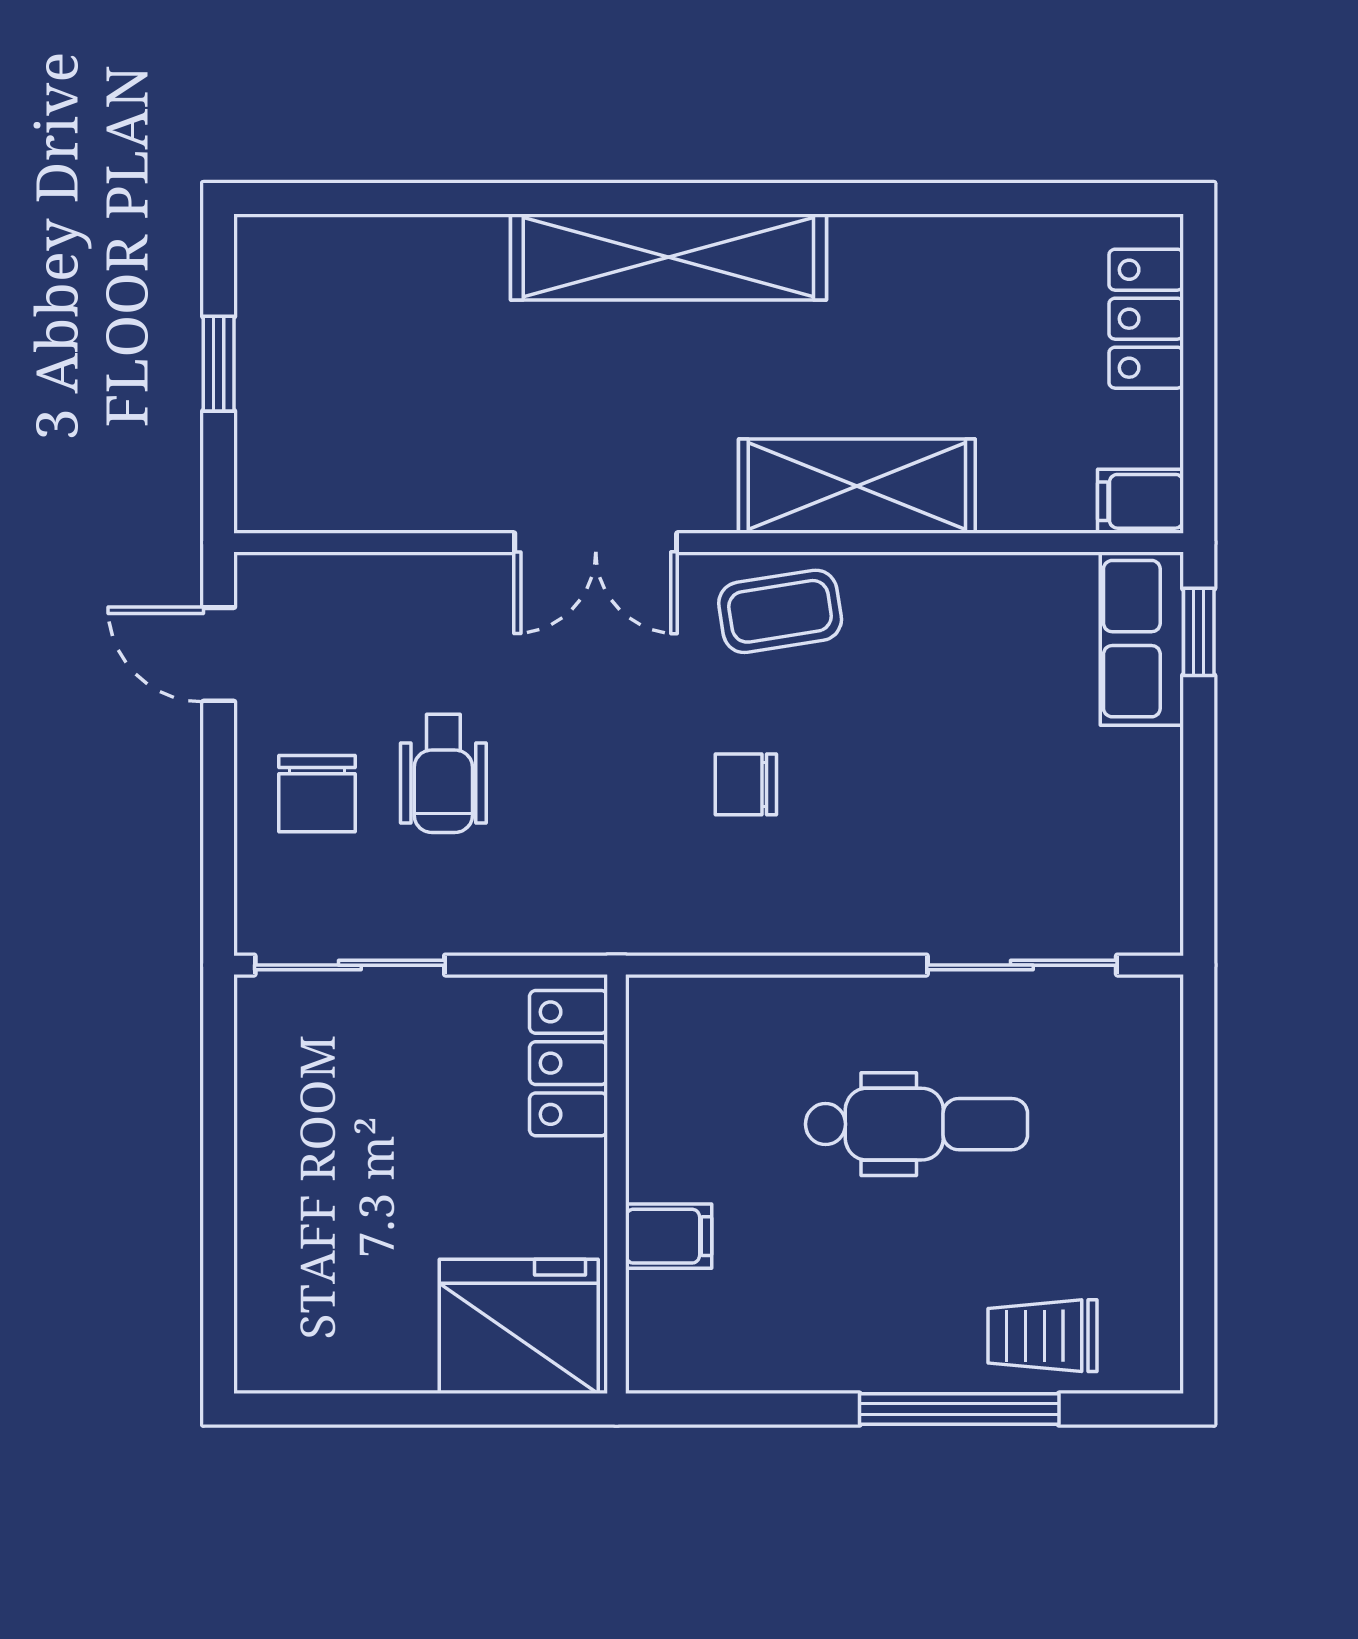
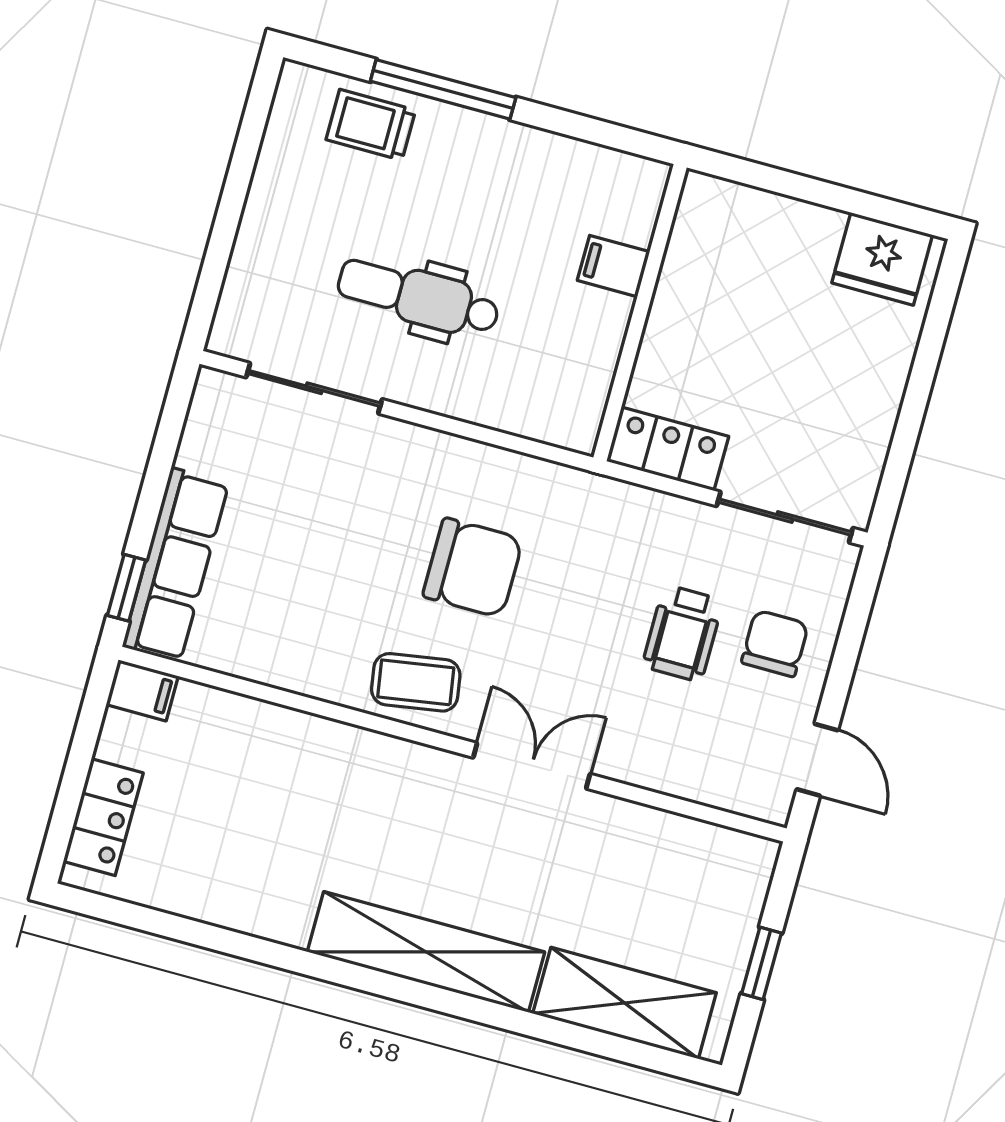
shelving: (857, 486) -> (625, 1003), moved
row of seats: (1142, 639) -> (176, 565), width x1.48
wheelchair: (443, 774) -> (683, 633), turned 180
chair: (746, 784) -> (473, 568), width x1.87, depth x1.87
locker: (568, 1063) -> (668, 449), moved, turned -90
fridge: (519, 1326) -> (882, 259), moved, width x0.73, depth x0.75
trolley: (1042, 1336) -> (371, 125), turned 180

